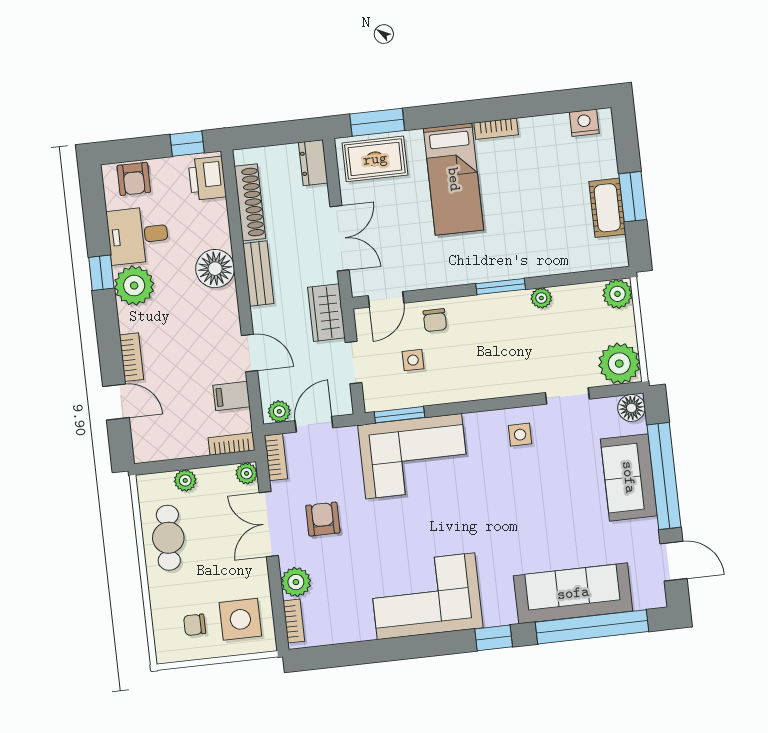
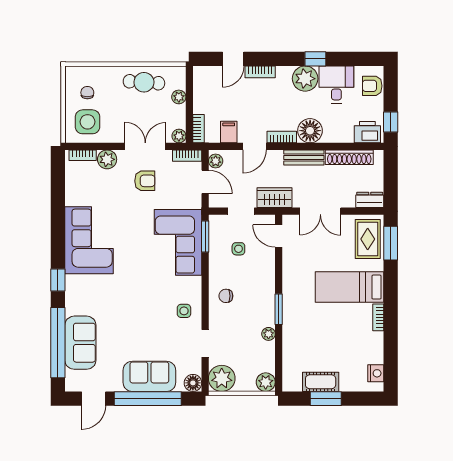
bookcase: (230, 312) -> (282, 137), added
chair: (435, 320) -> (226, 296), moved
sofa: (573, 593) -> (80, 343), width x0.73

